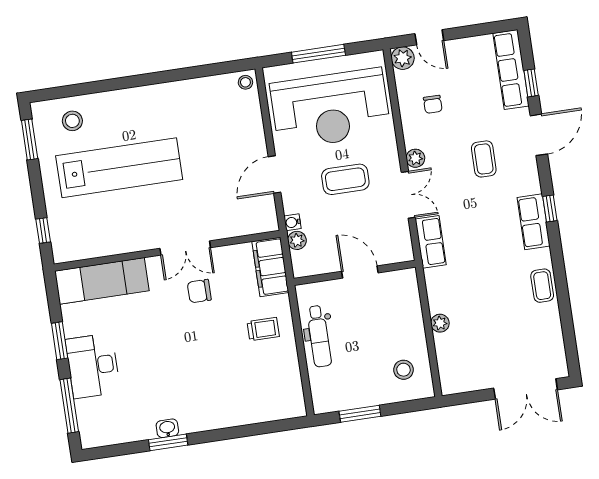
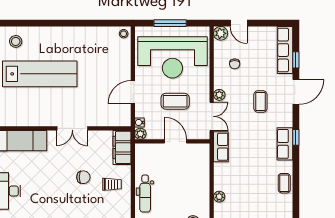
door: (360, 272) -> (175, 141), moved
wall: (355, 273) -> (172, 141), moved
chair: (199, 291) -> (83, 177), moved, turned 180

